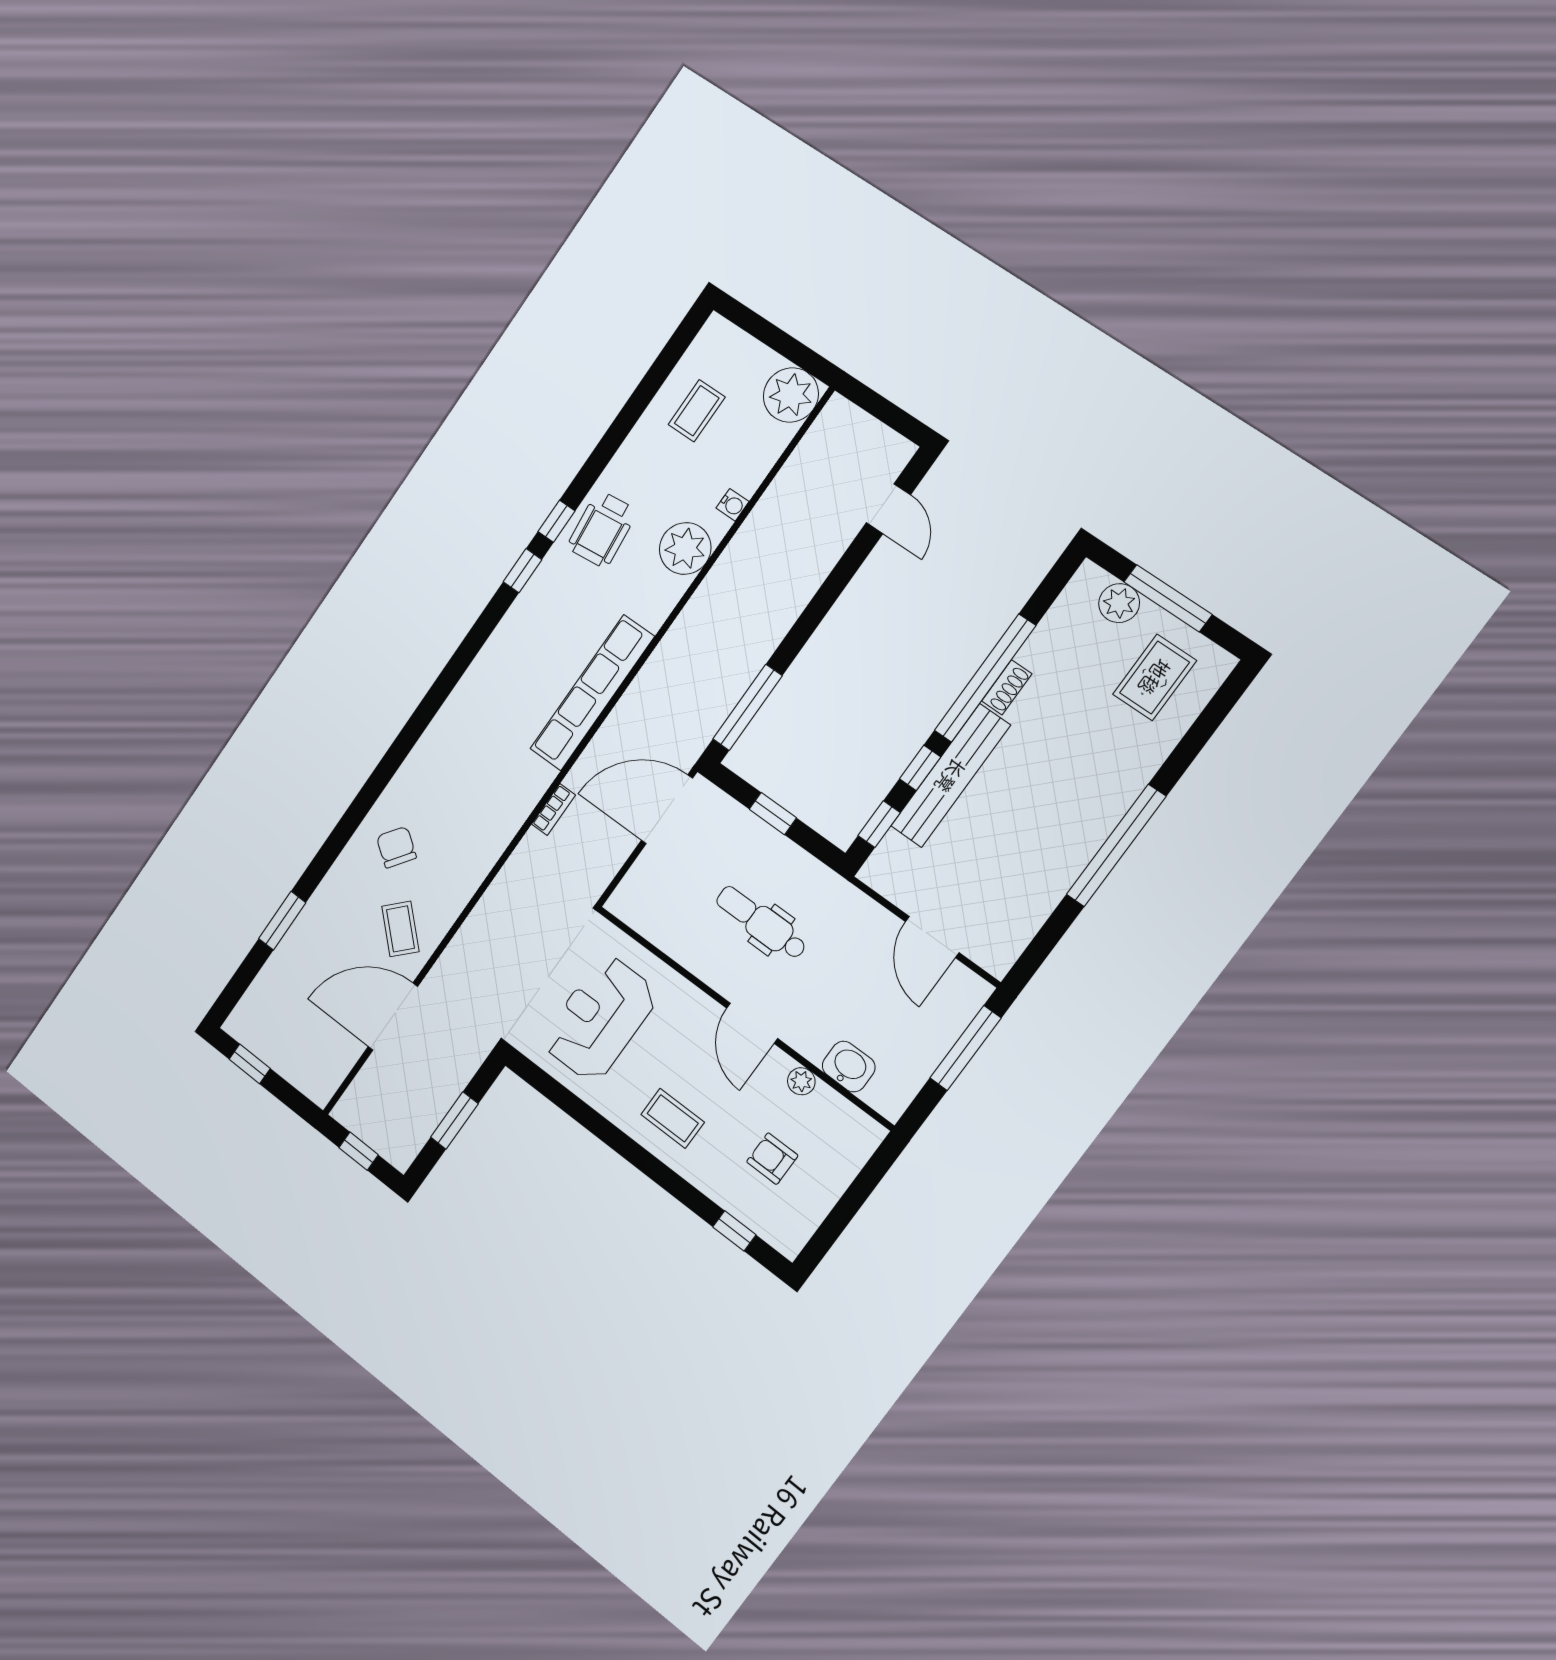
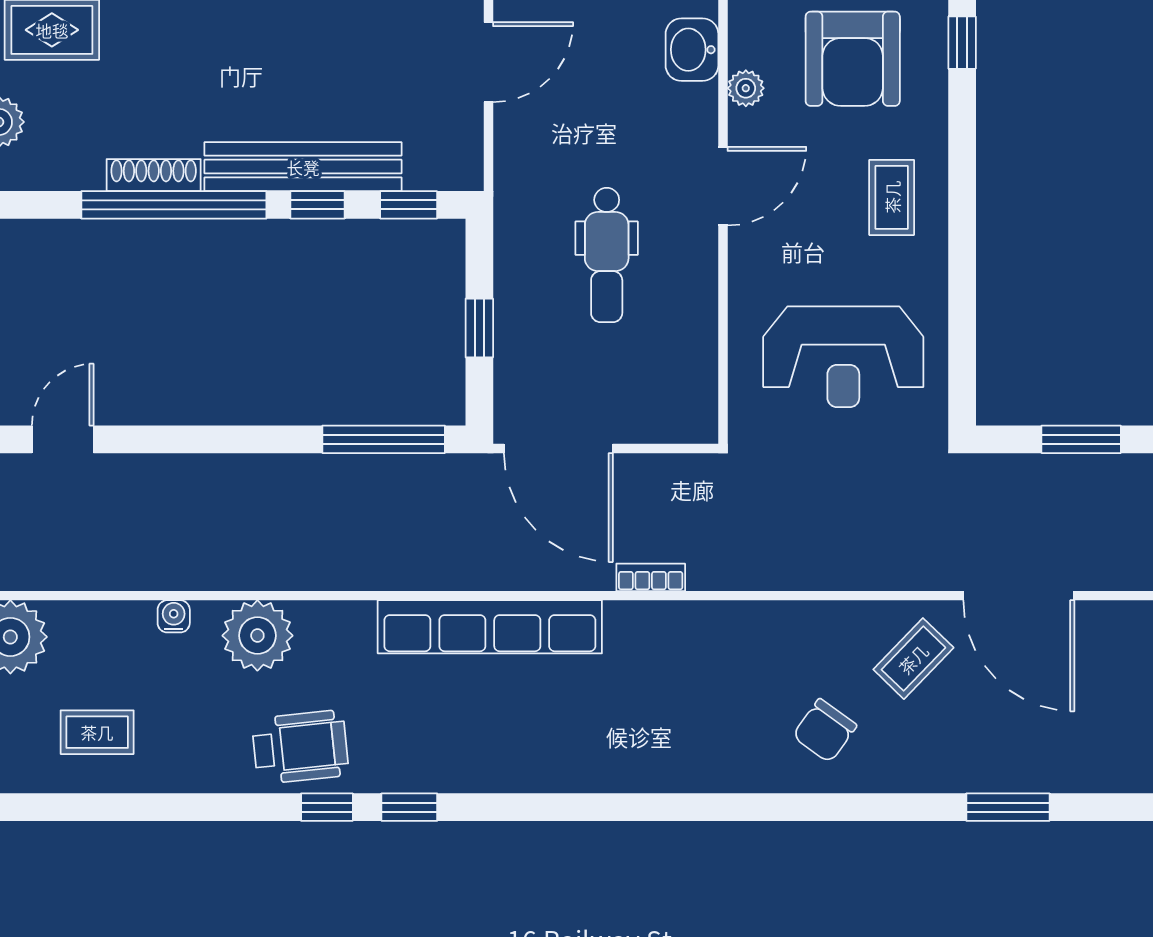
shoe rack: (1007, 687) -> (154, 175), width x1.43
armchair: (772, 1159) -> (853, 59), width x1.88, depth x1.88

